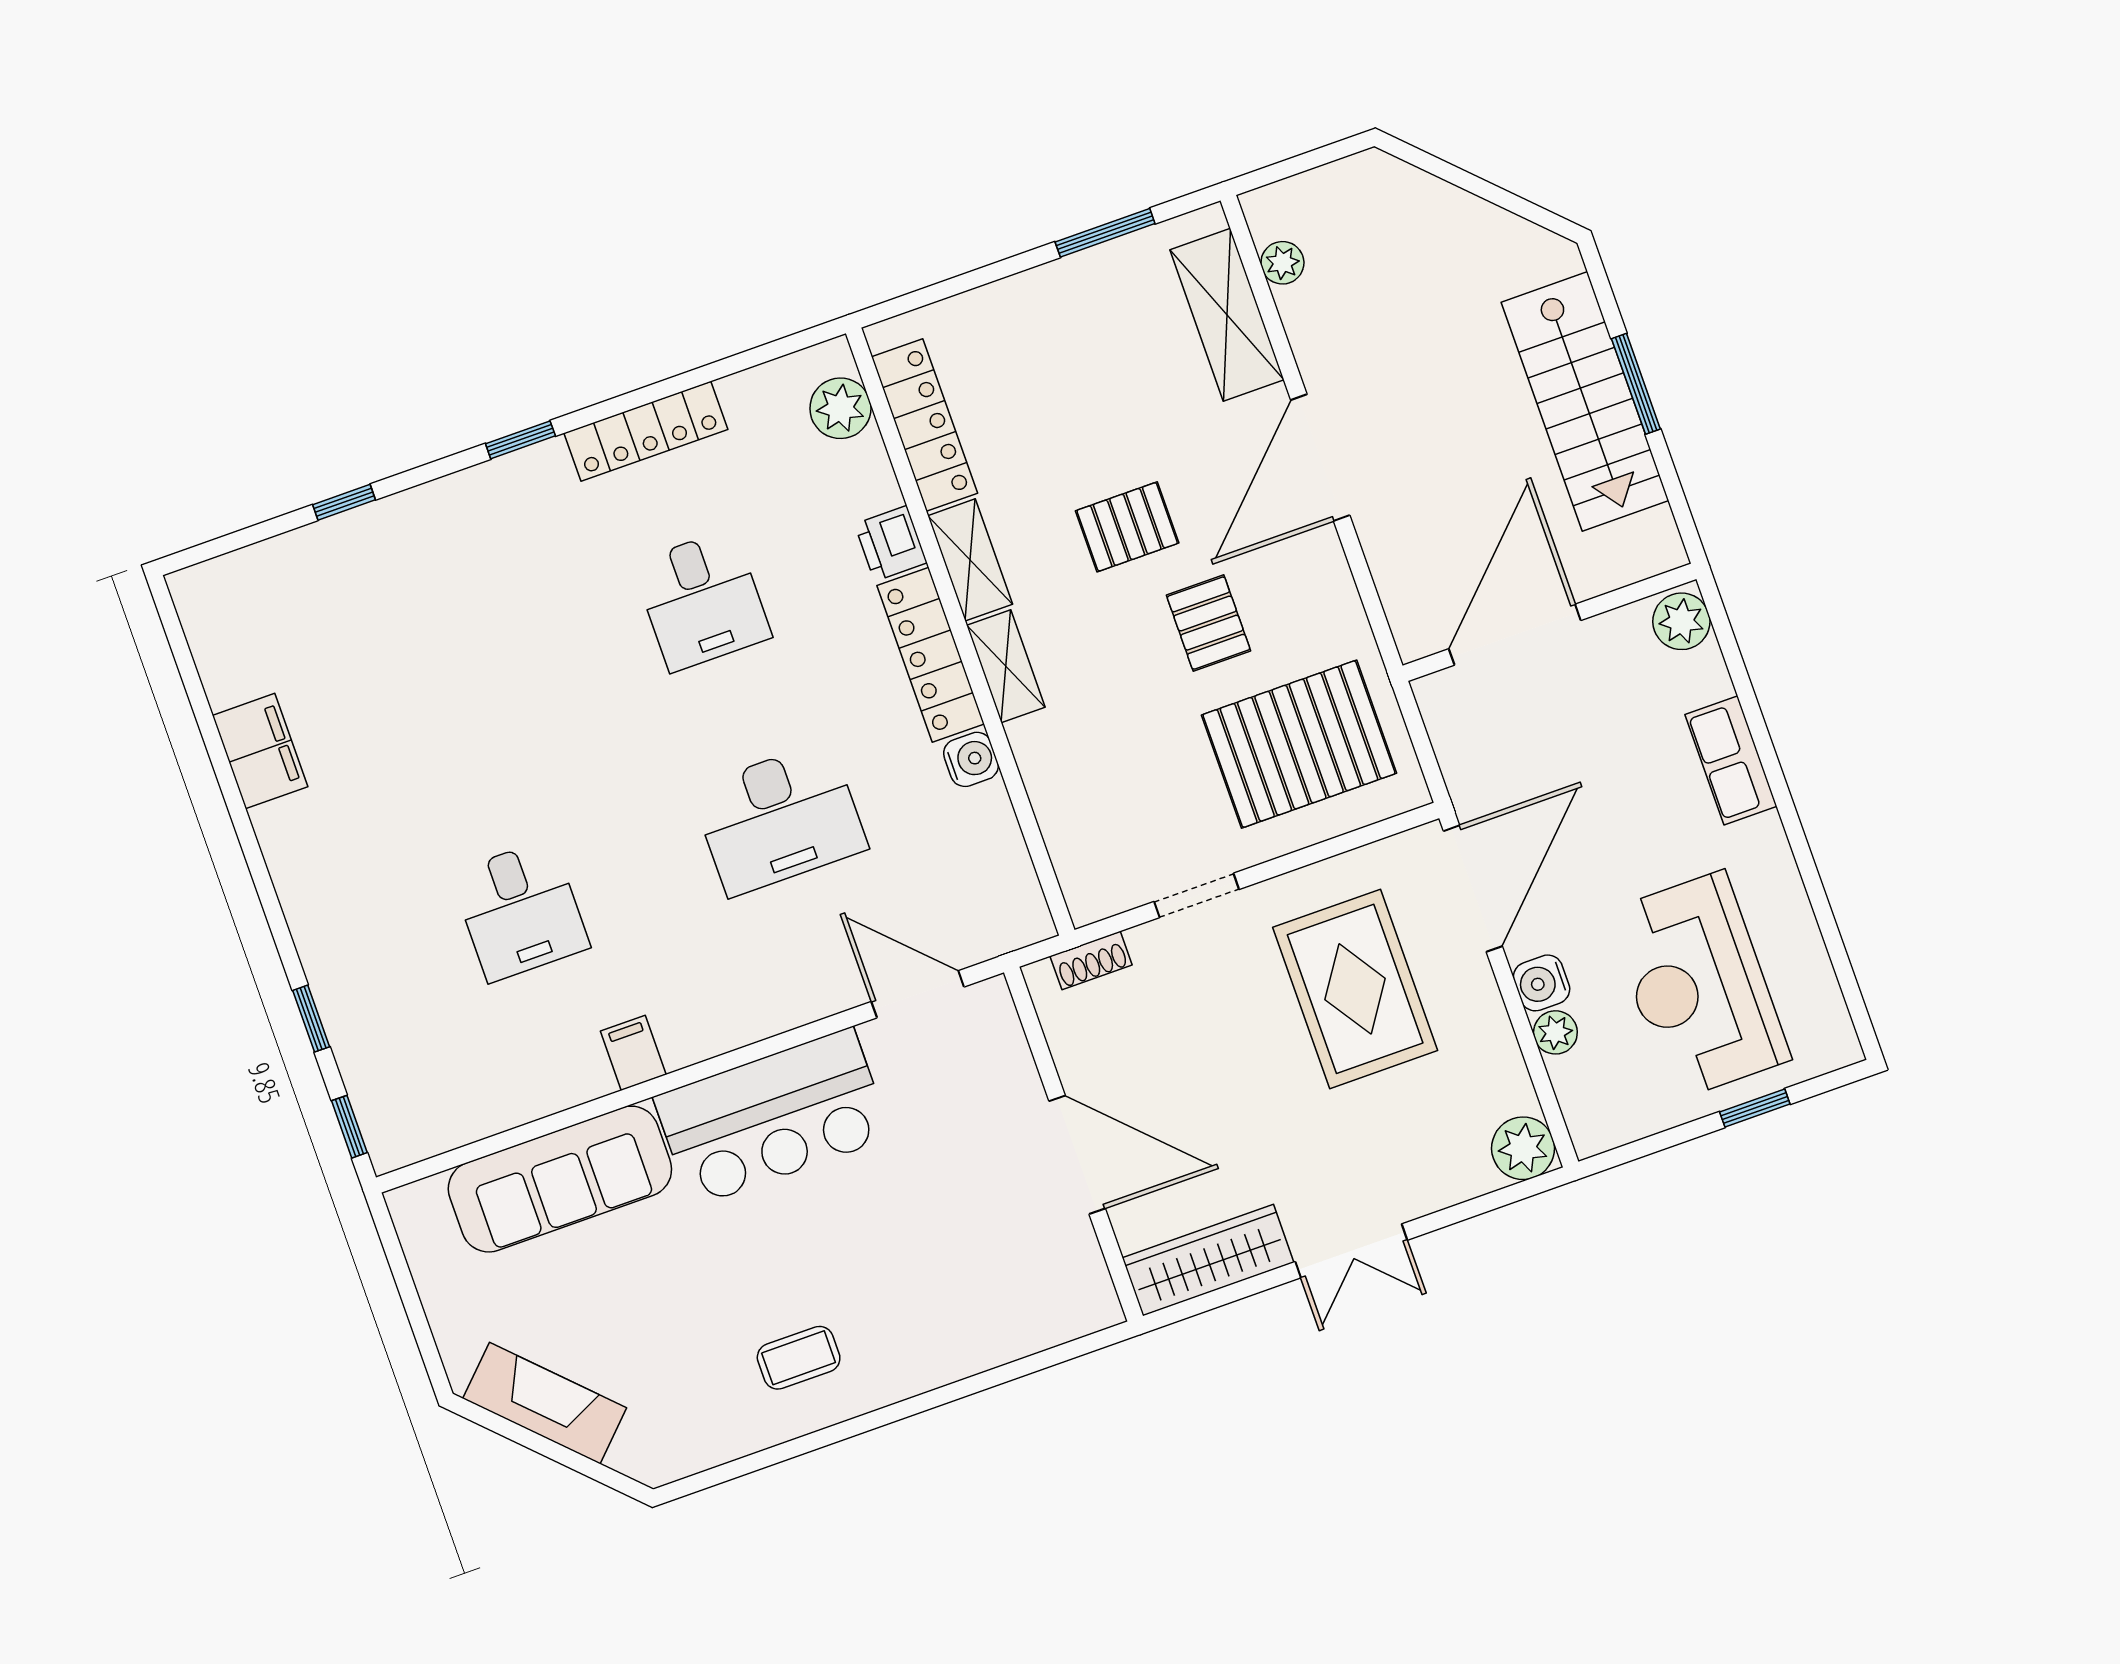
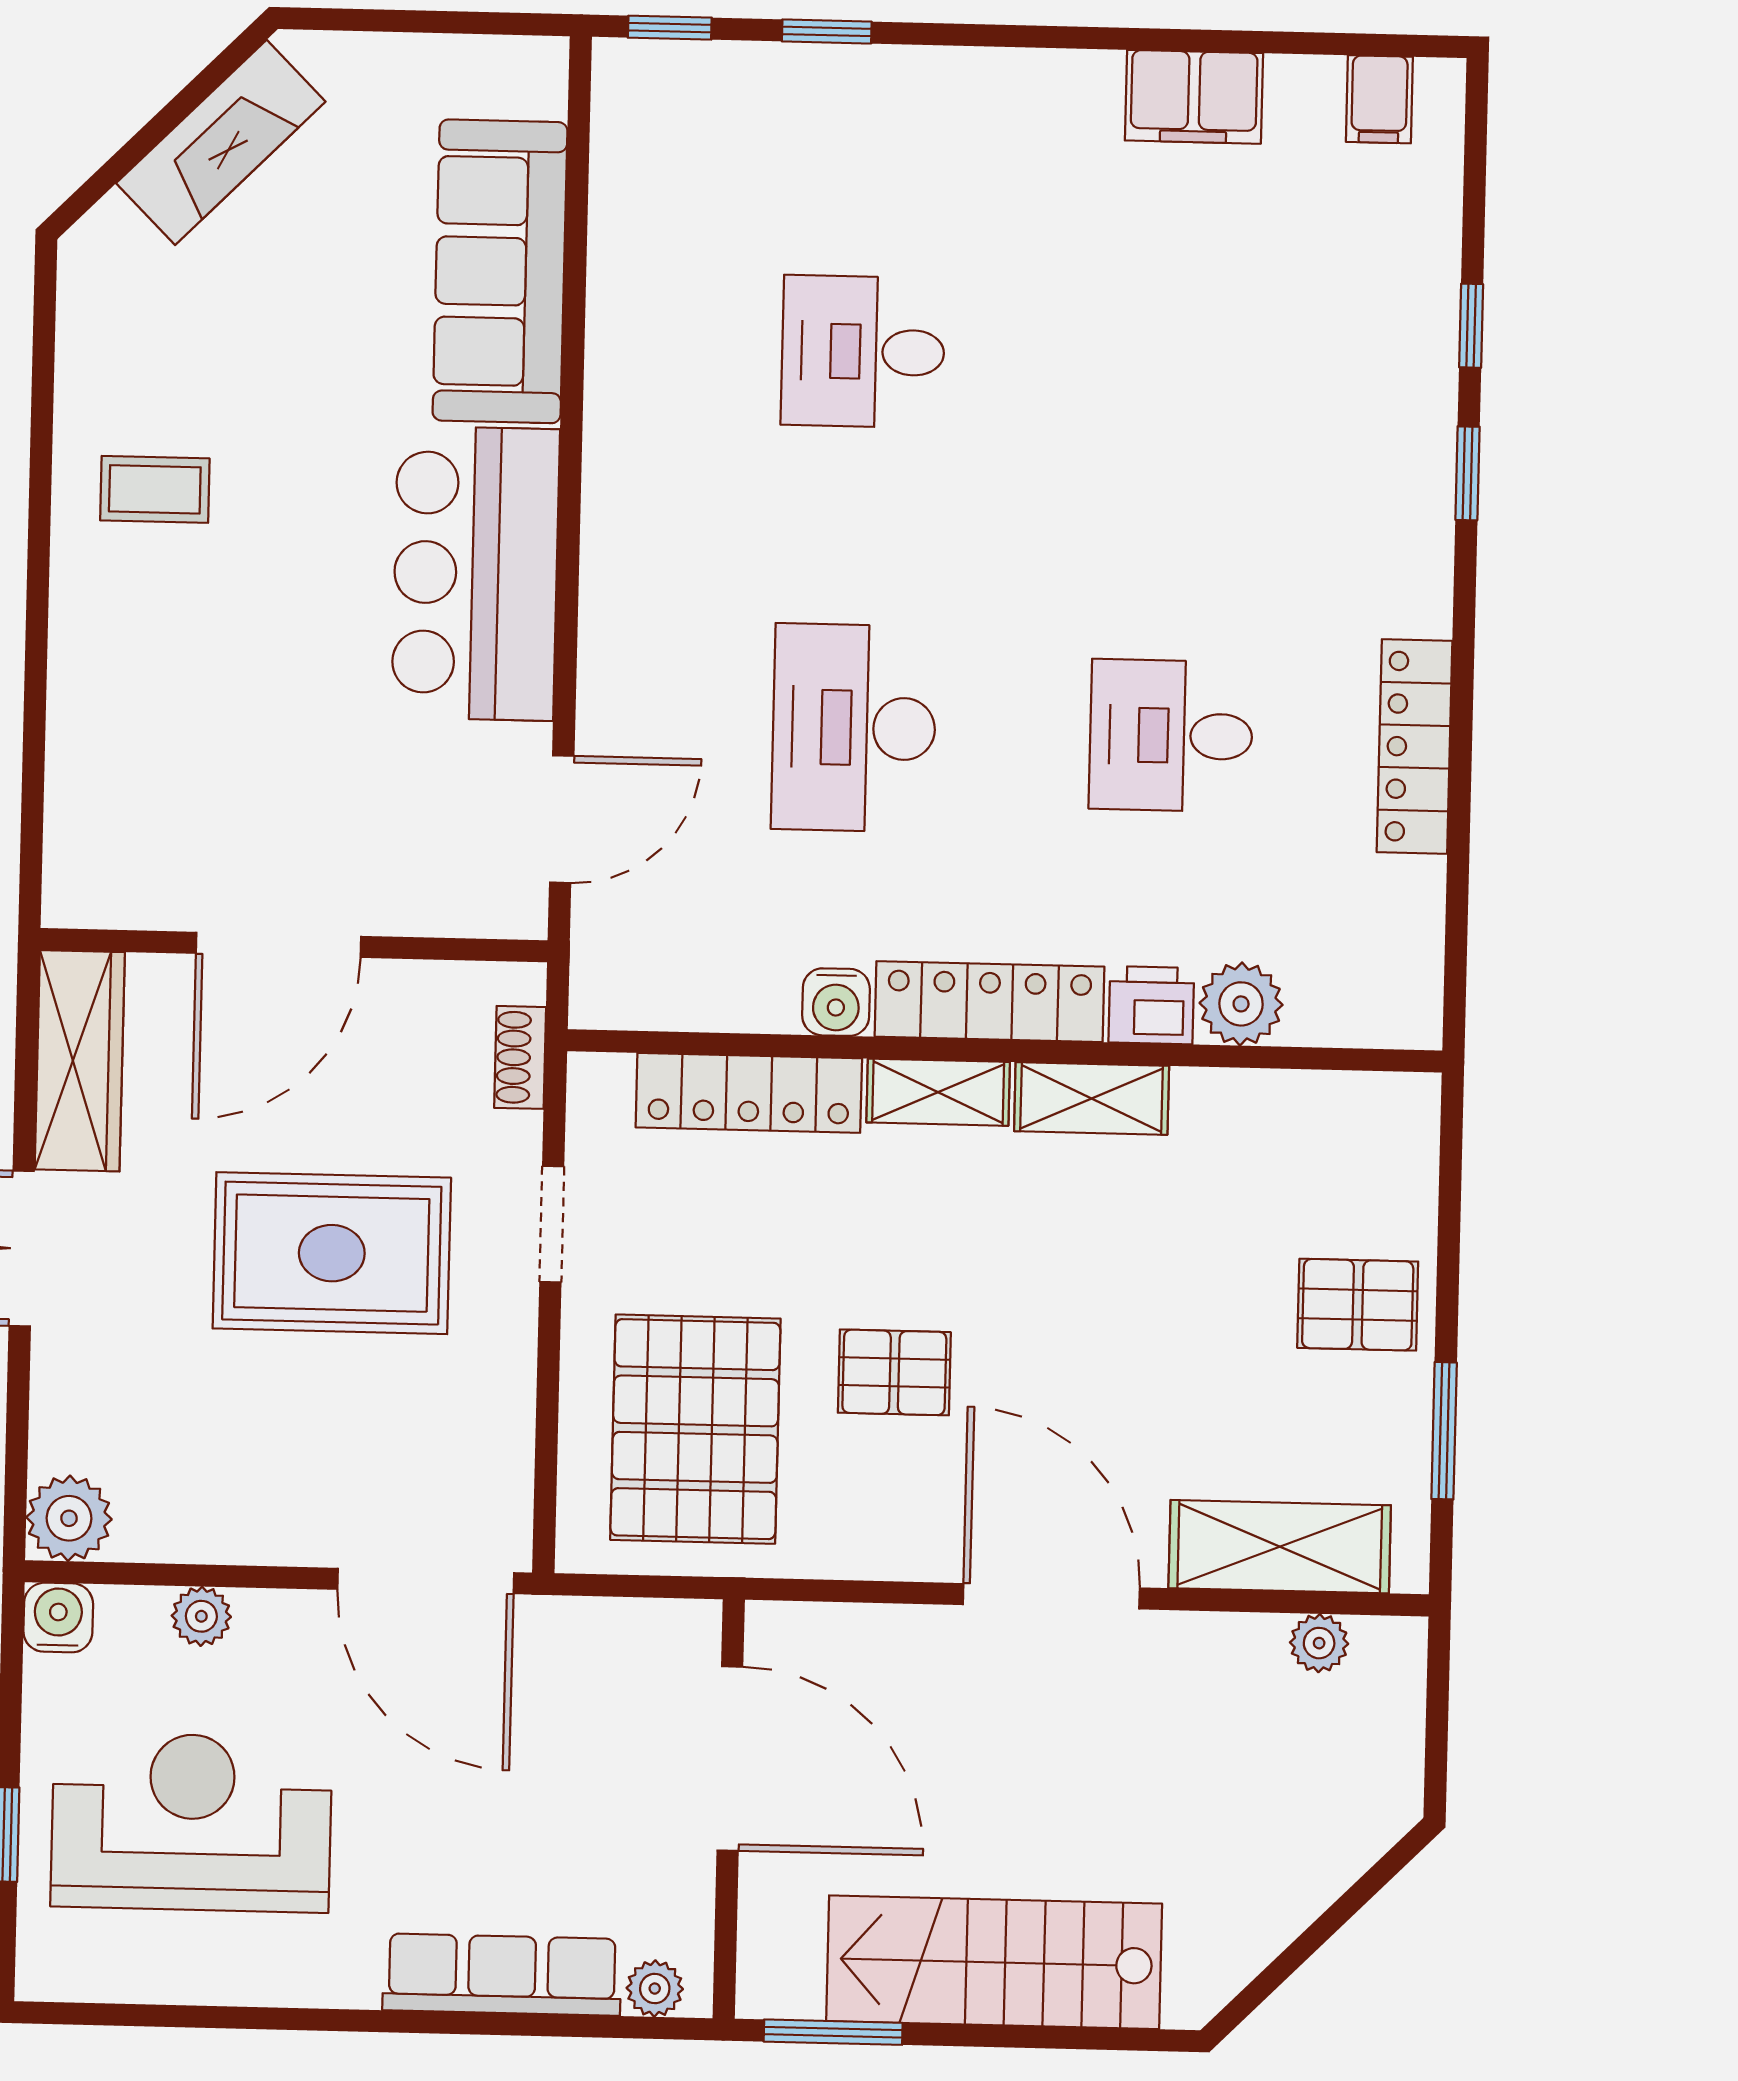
window: (1636, 384) -> (833, 2032), moved
plant: (840, 408) -> (1241, 1004), moved
locker: (925, 425) -> (749, 1093), moved
window: (520, 440) -> (1467, 473), moved
pallet: (1127, 527) -> (1358, 1305), moved, turned 90
plant: (1681, 621) -> (655, 1989), width x0.73, depth x0.73
row of seats: (1731, 760) -> (502, 1975), width x1.48
water cooler: (1542, 983) -> (58, 1618), moved
rug: (1355, 989) -> (332, 1253), moved
filing cabinet: (633, 1053) -> (1379, 99), moved, turned 90
coffee table: (799, 1358) -> (155, 489), turned 90

